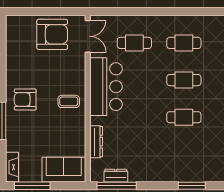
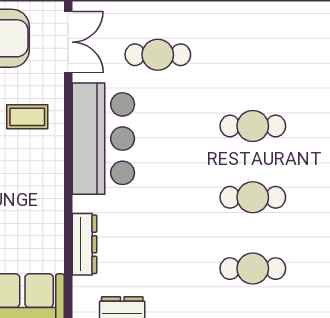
cafe table: (184, 43) -> (253, 269), moved
coffee table: (69, 101) -> (27, 117), moved

